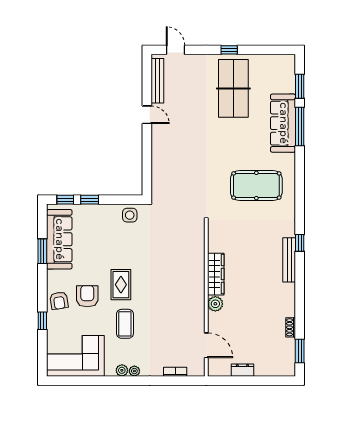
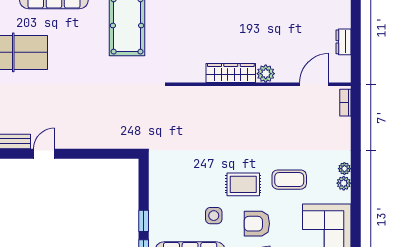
side table: (130, 215) -> (214, 216), moved
bookcase: (175, 372) -> (345, 103), moved

